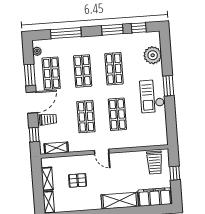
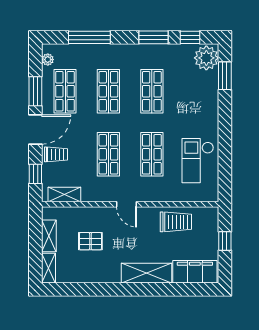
plant: (153, 55) -> (206, 58), moved
window: (168, 86) -> (225, 76), moved
checkout: (152, 96) -> (198, 161), moved
trolley: (155, 163) -> (176, 222), moved, turned -90

